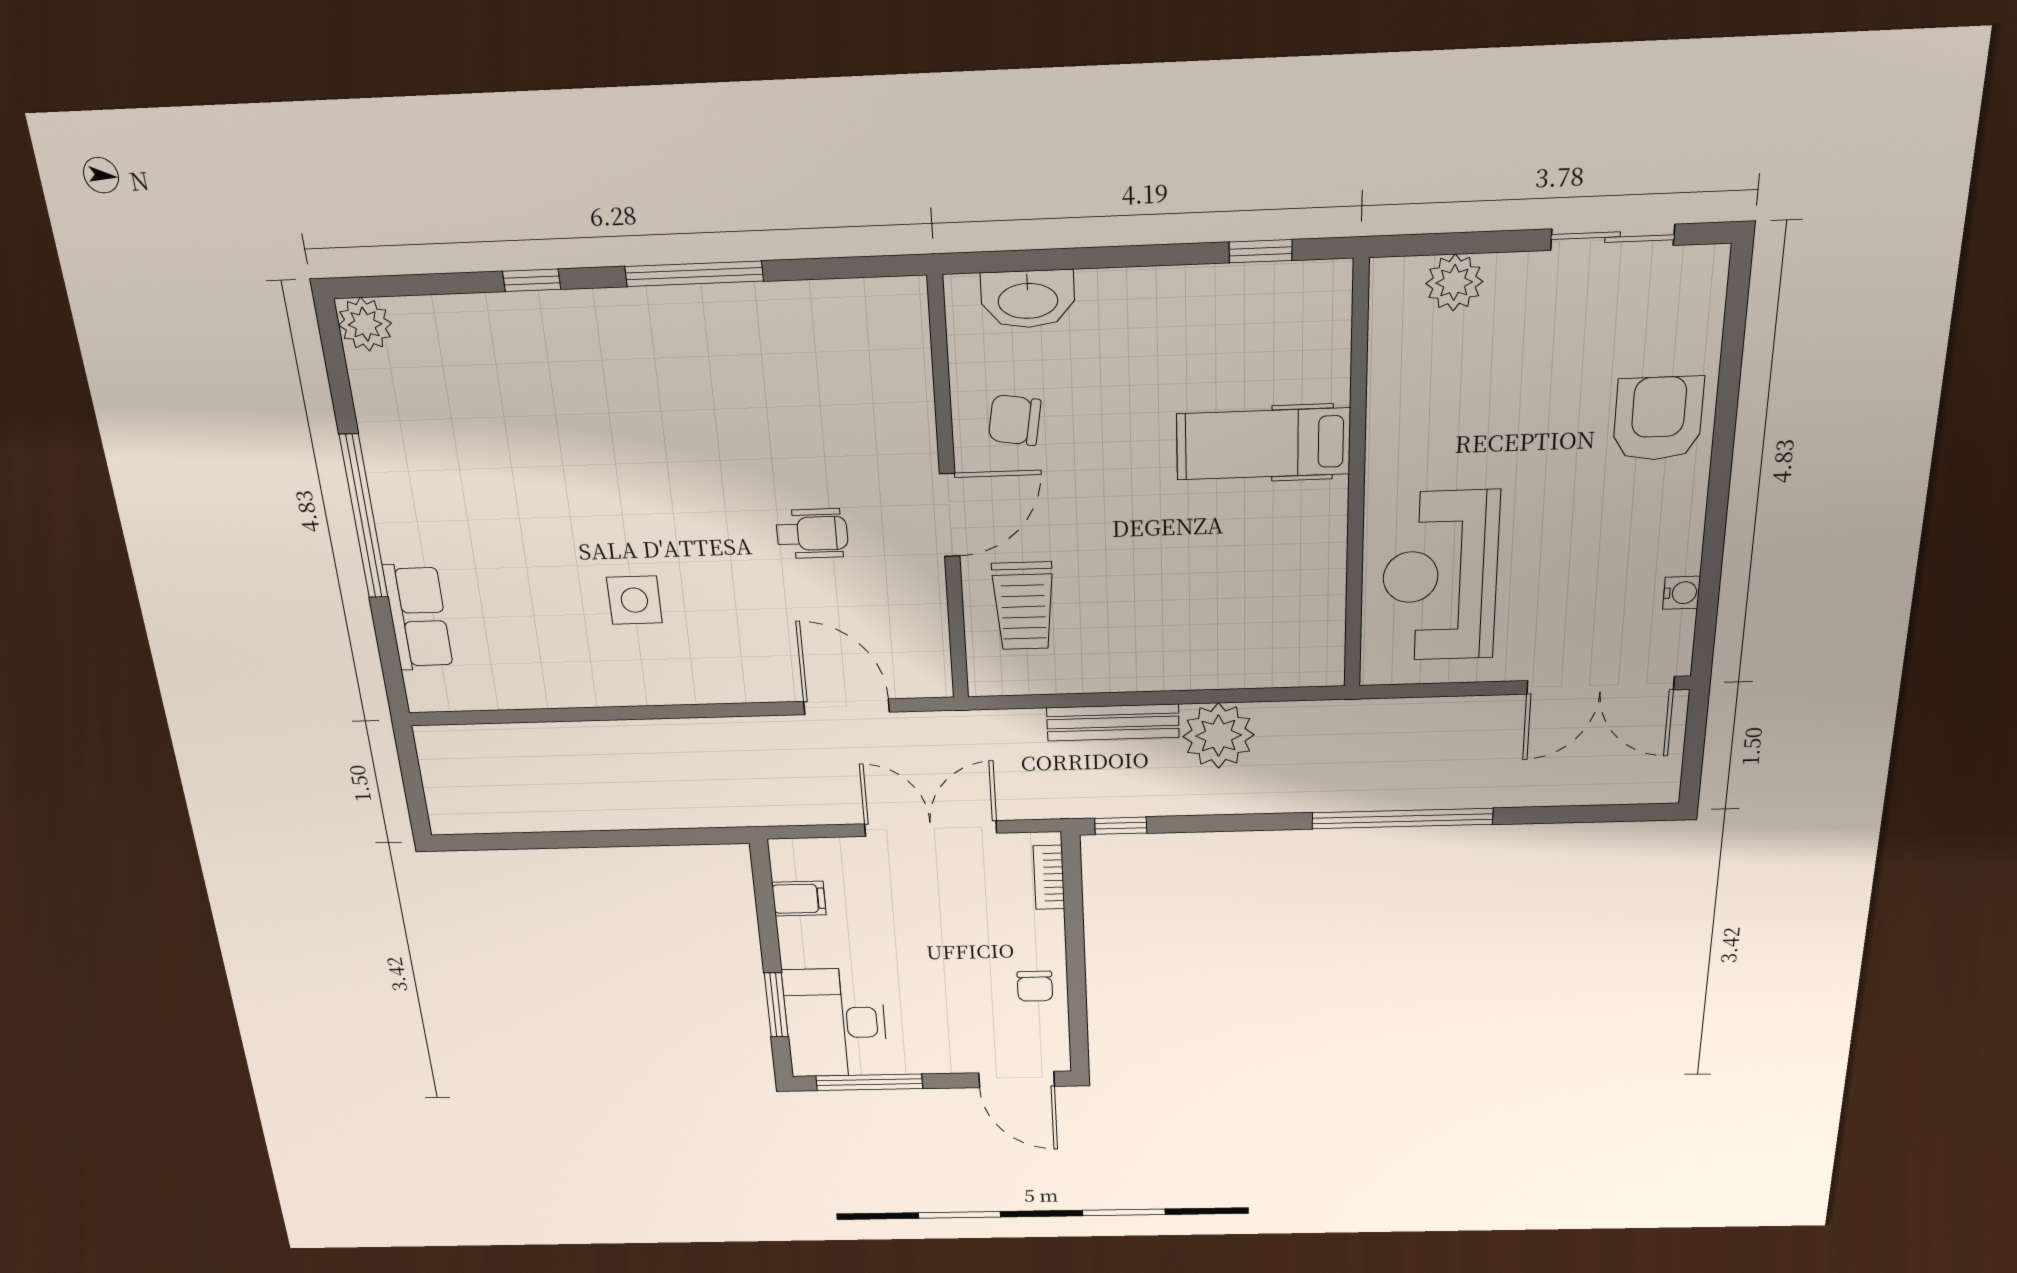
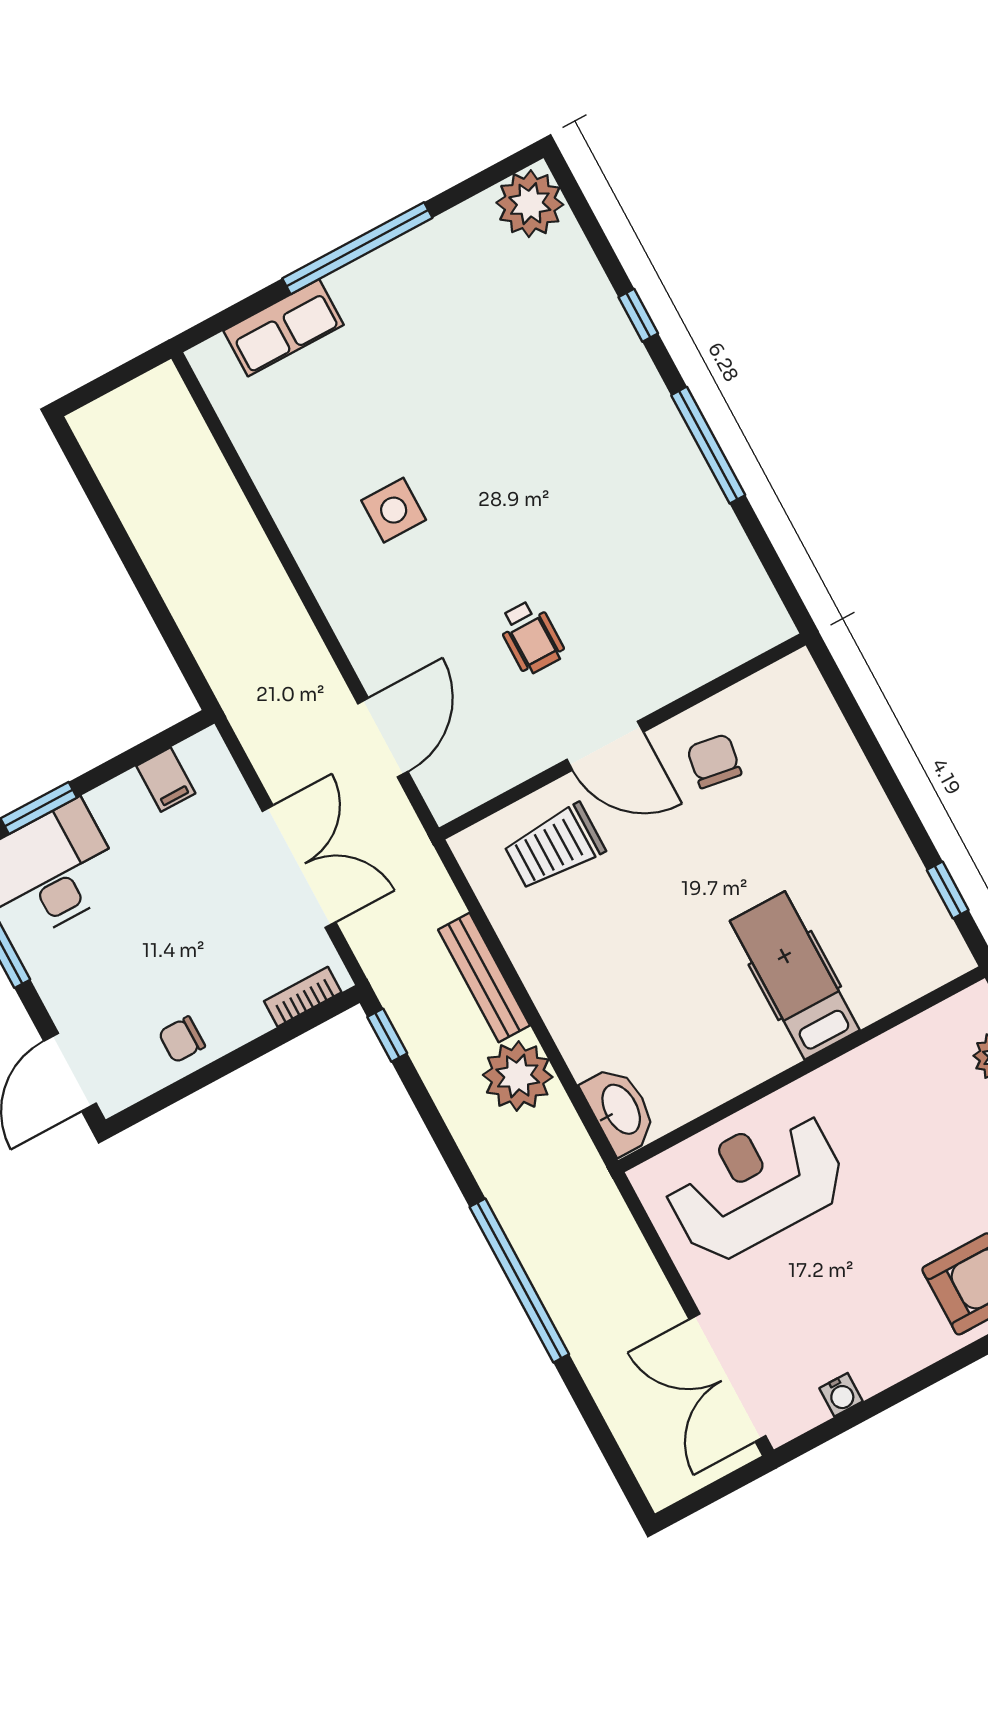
washbasin: (1028, 299) -> (620, 1110), moved, turned 180
plant: (365, 324) -> (530, 204), width x1.36, depth x1.36

